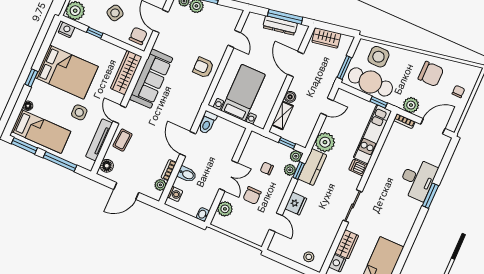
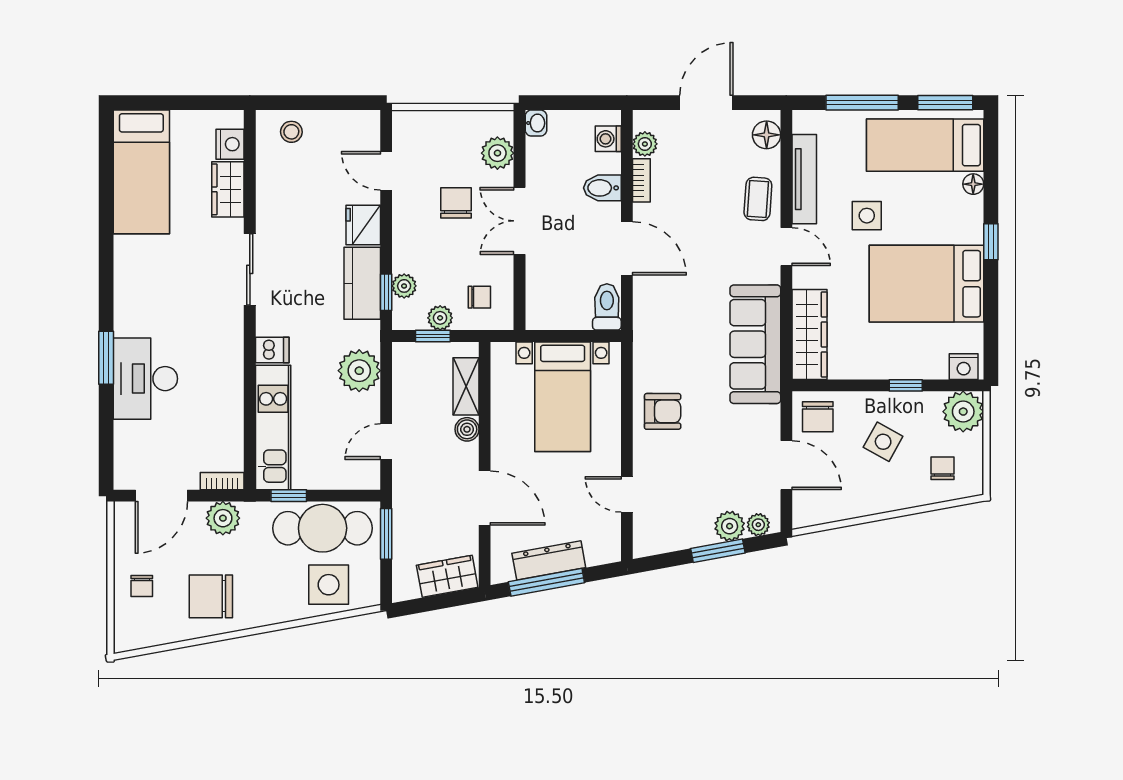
plant: (296, 156) -> (440, 318), moved
kitchen counter: (312, 167) -> (362, 283), moved
chair: (267, 168) -> (479, 297), moved

